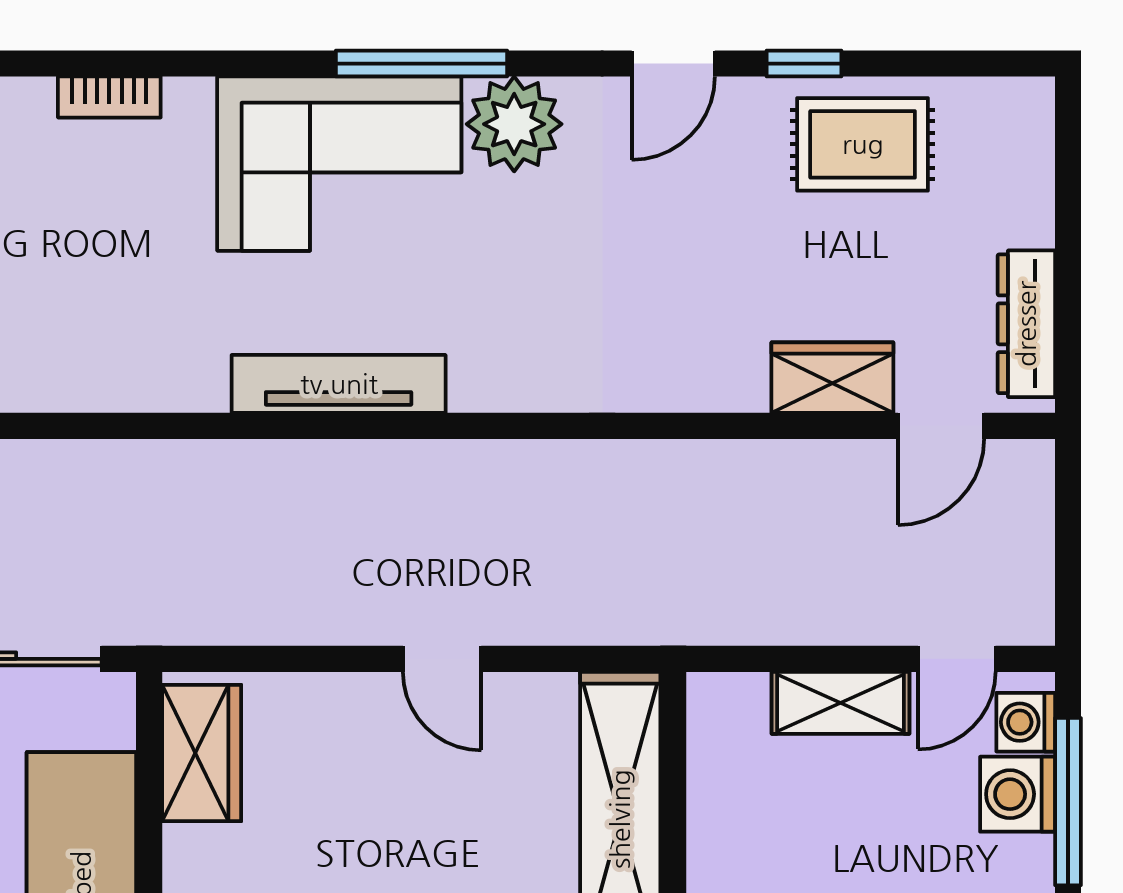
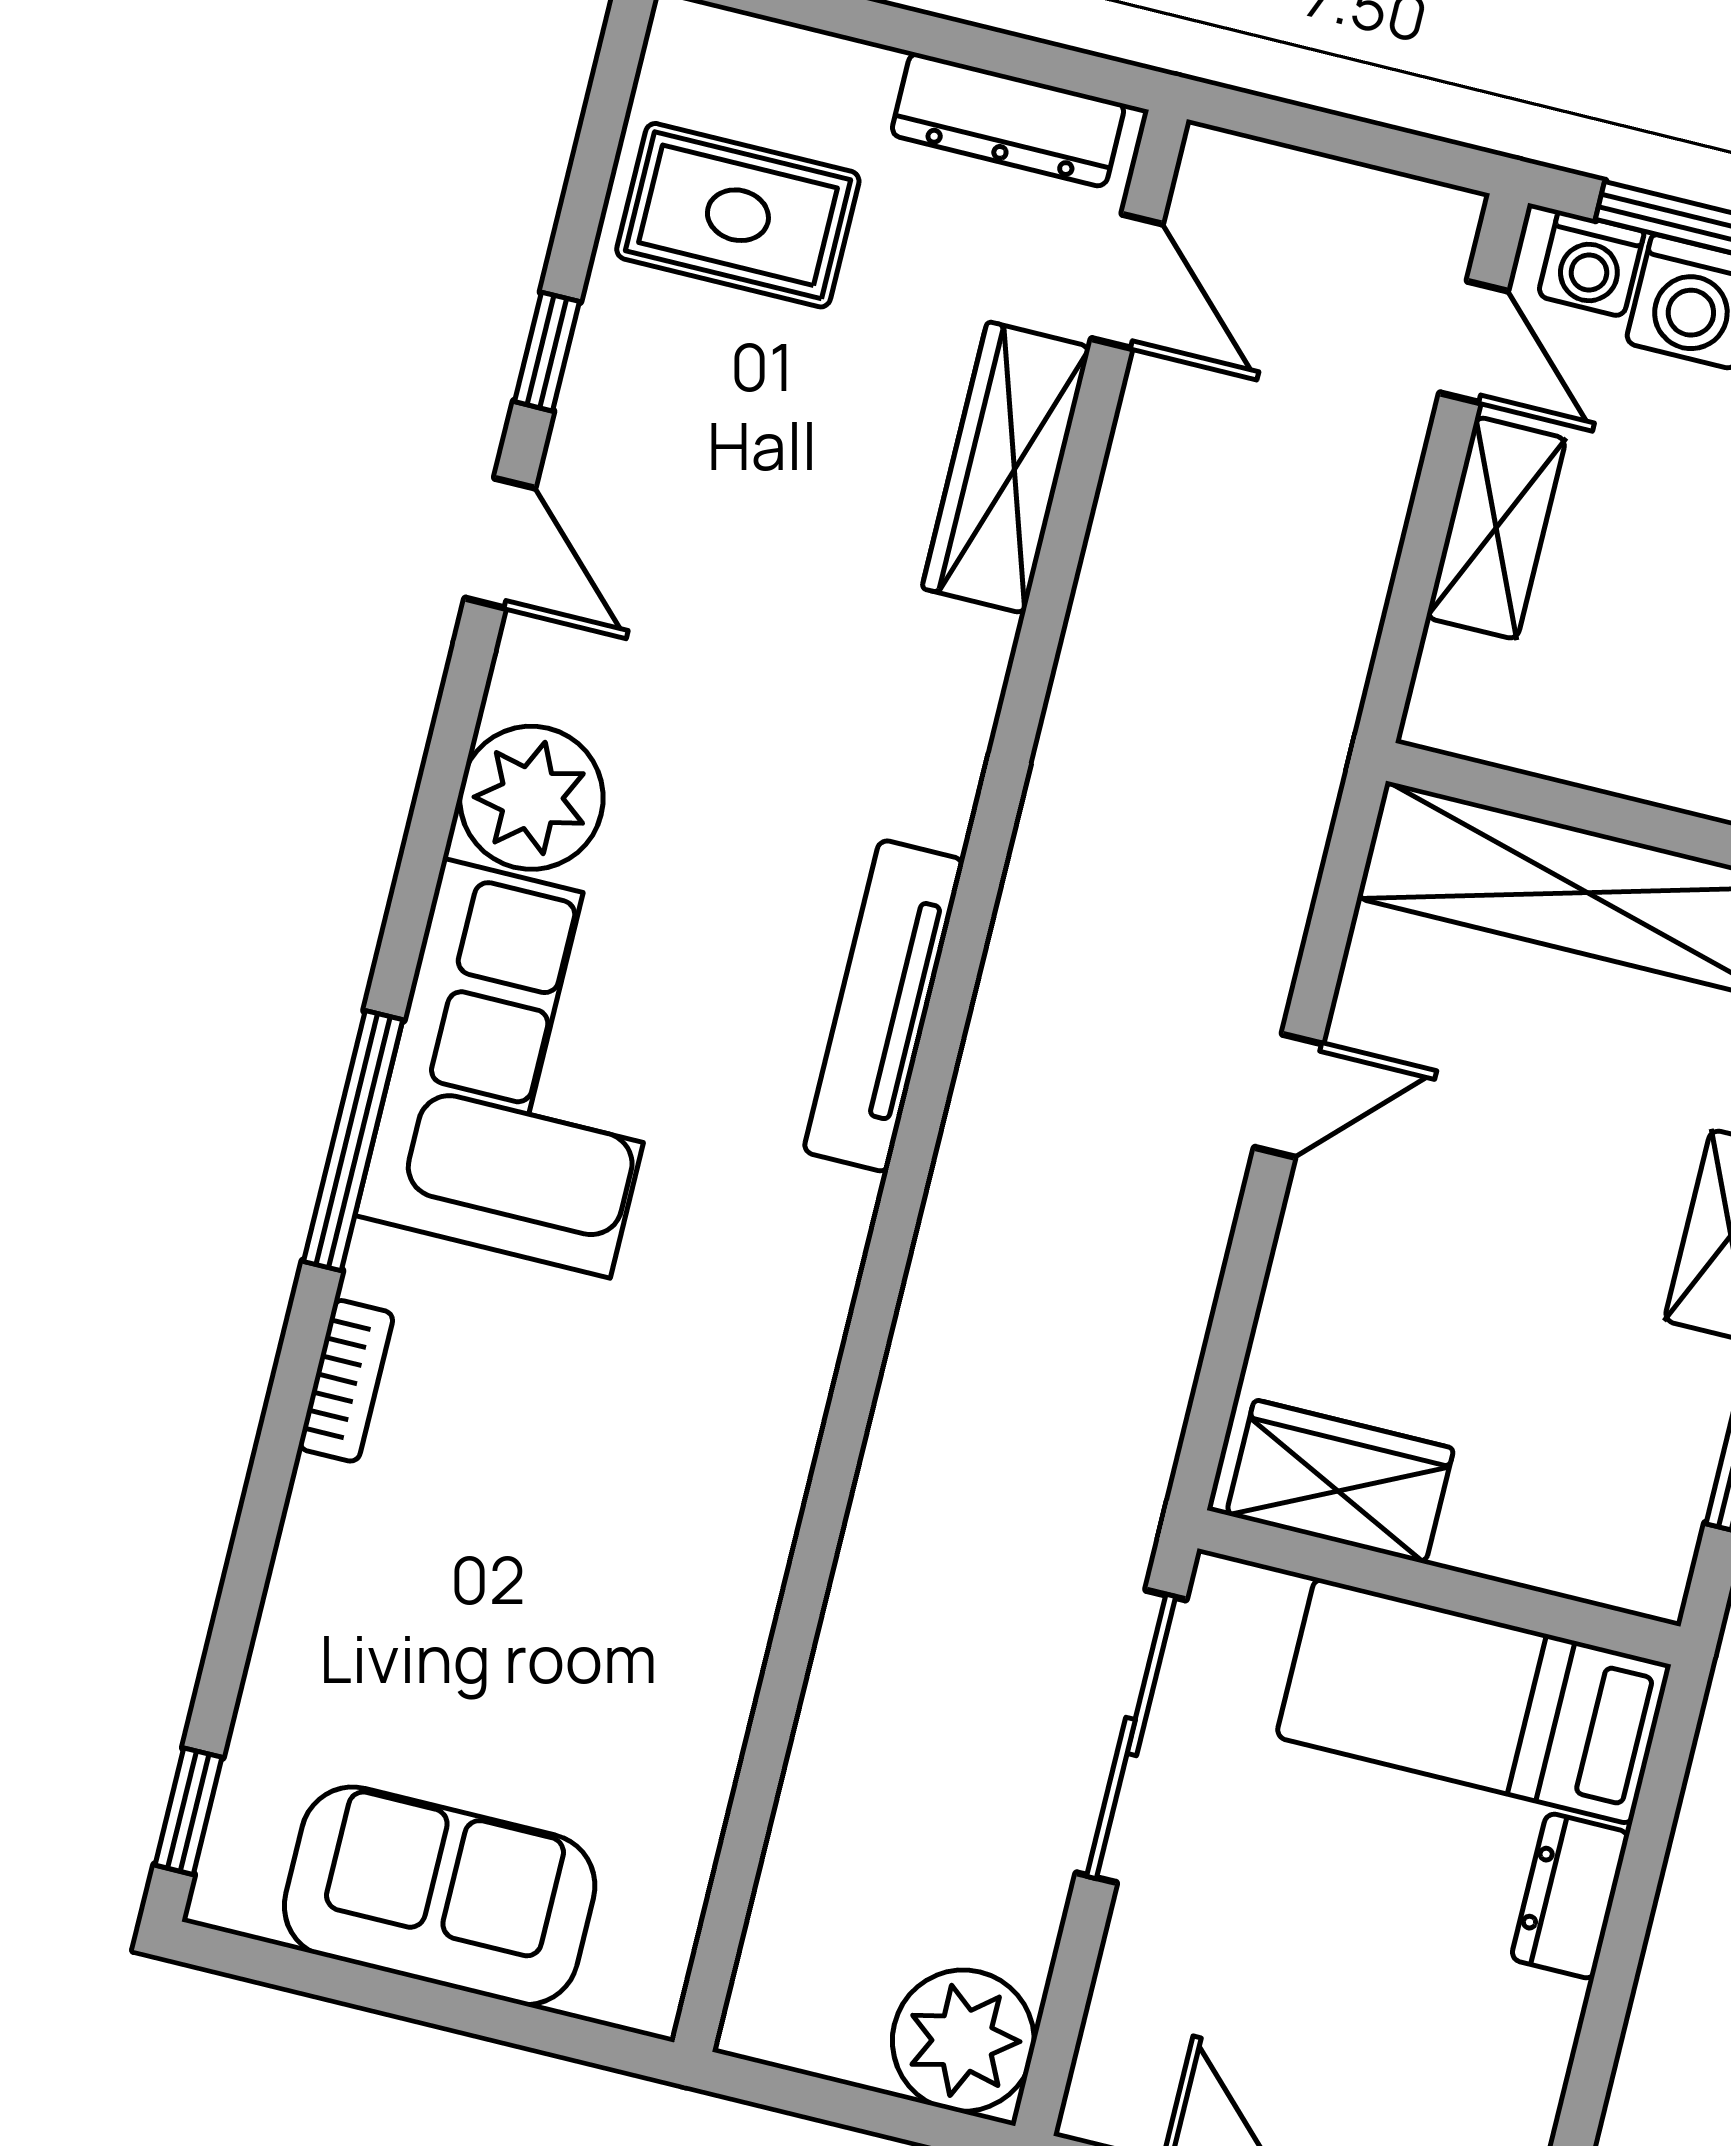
window: (421, 64) -> (353, 1141), moved
rug: (863, 144) -> (738, 215), moved, turned 90
wardrobe: (832, 378) -> (1006, 468), width x1.50
tv unit: (339, 384) -> (884, 1006), moved

